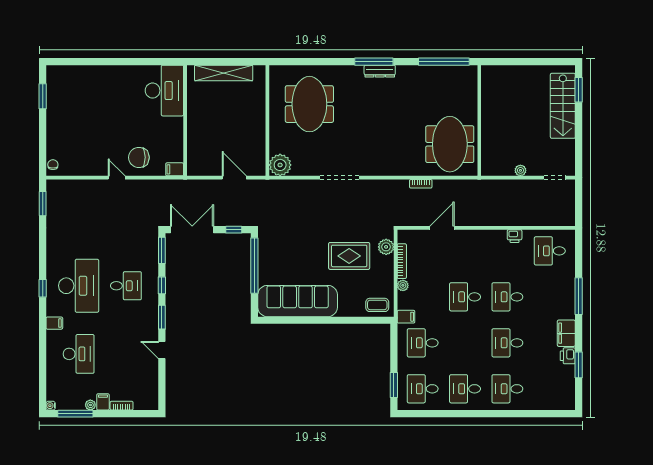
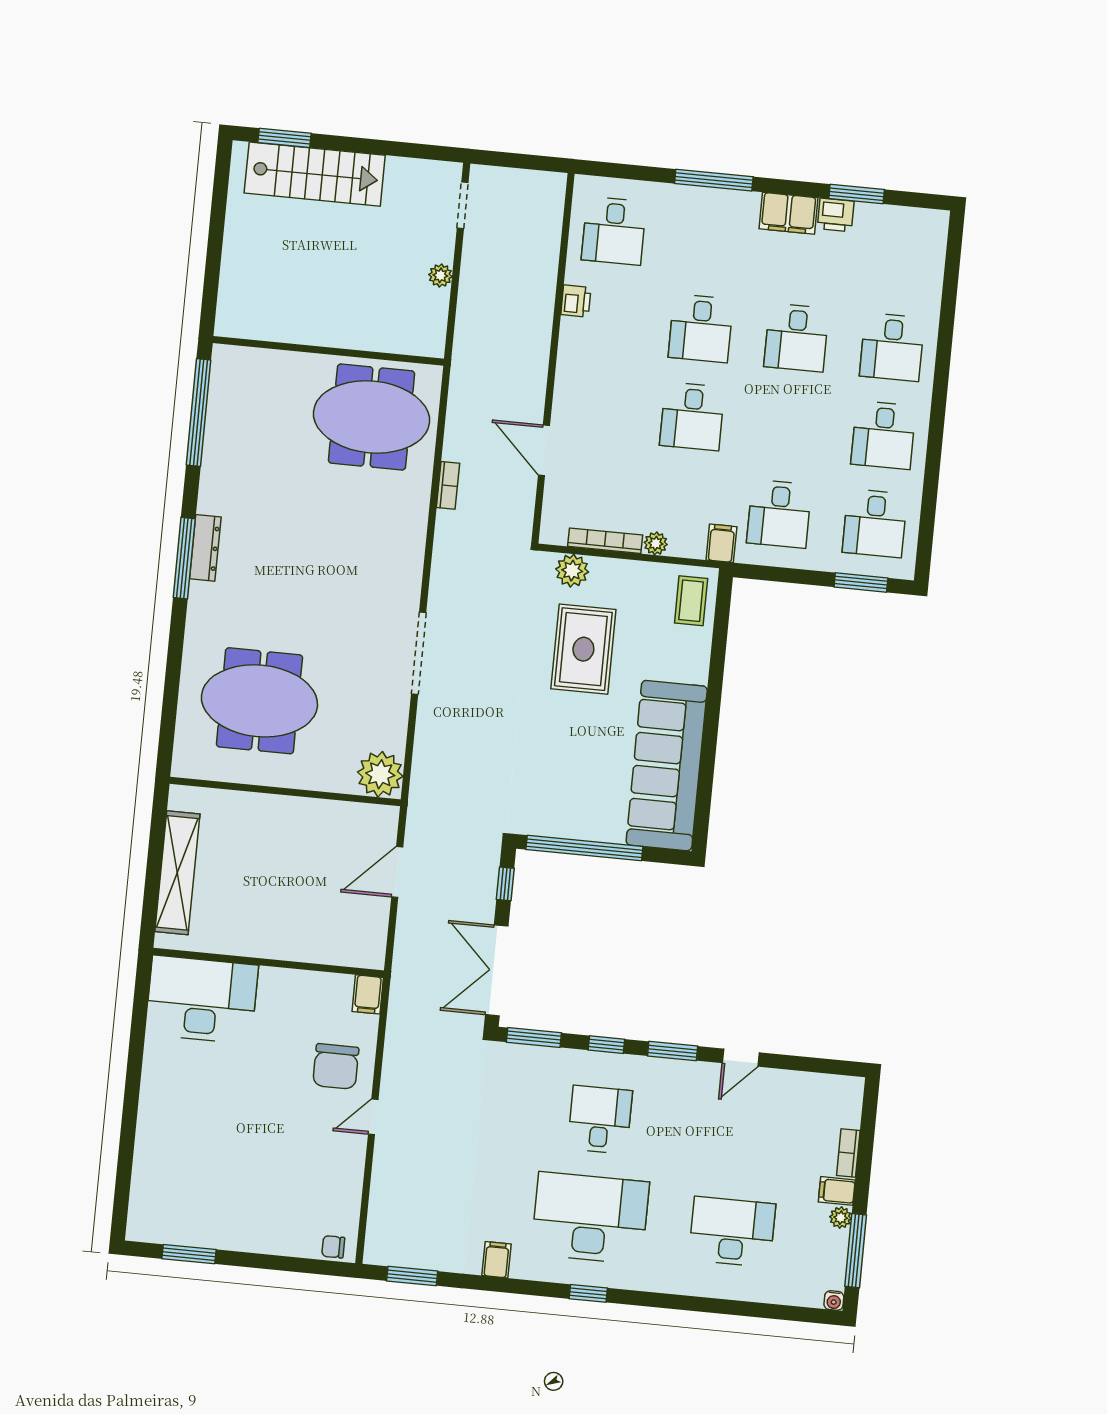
filing cabinet: (54, 323) -> (497, 1260), moved

